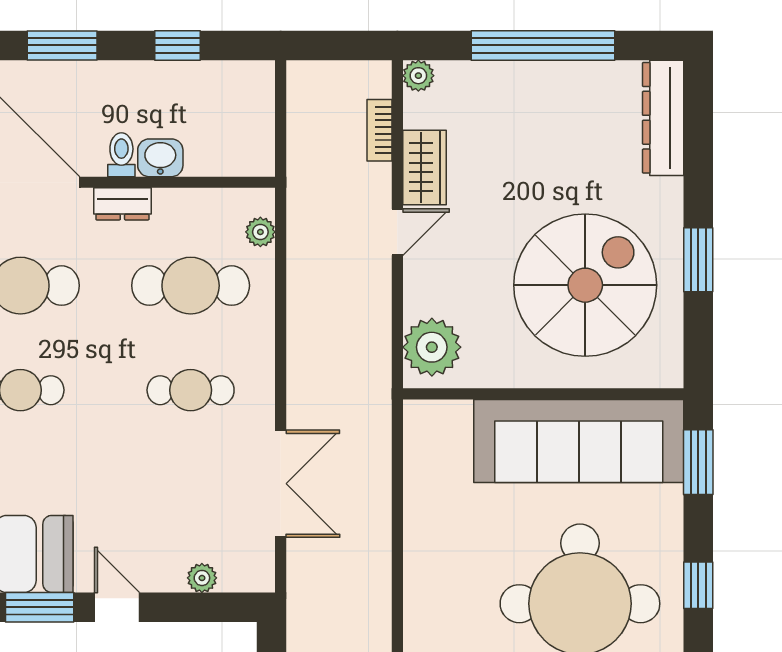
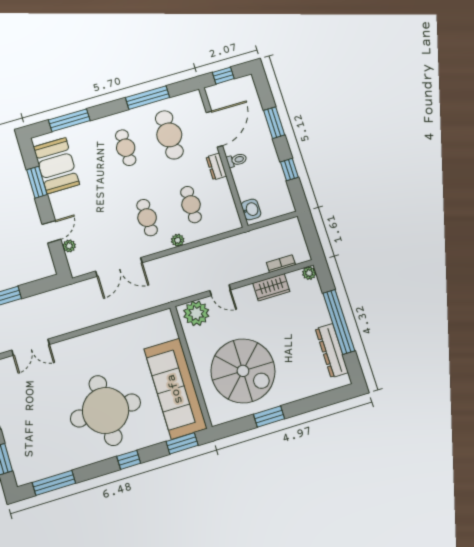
dresser: (663, 118) -> (332, 351), moved, turned -90
washbasin: (160, 158) -> (251, 209), moved
plant: (260, 232) -> (178, 240), moved
door: (397, 232) -> (220, 290), moved
cafe table: (191, 286) -> (191, 205), width x0.73, depth x0.74
door: (117, 607) -> (51, 232), moved

